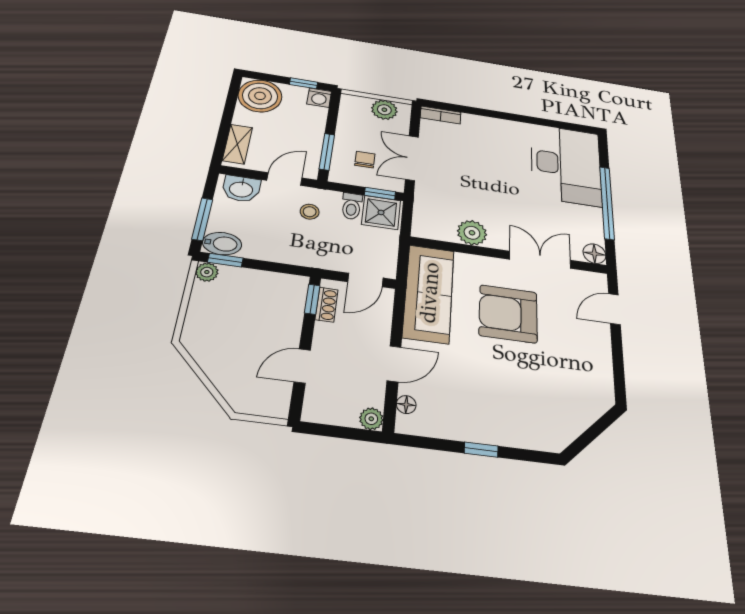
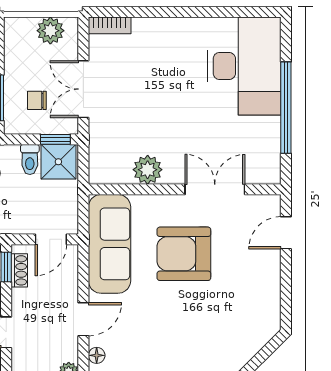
chair: (365, 160) -> (37, 100), turned -90
floor lamp: (594, 254) -> (269, 173), removed

